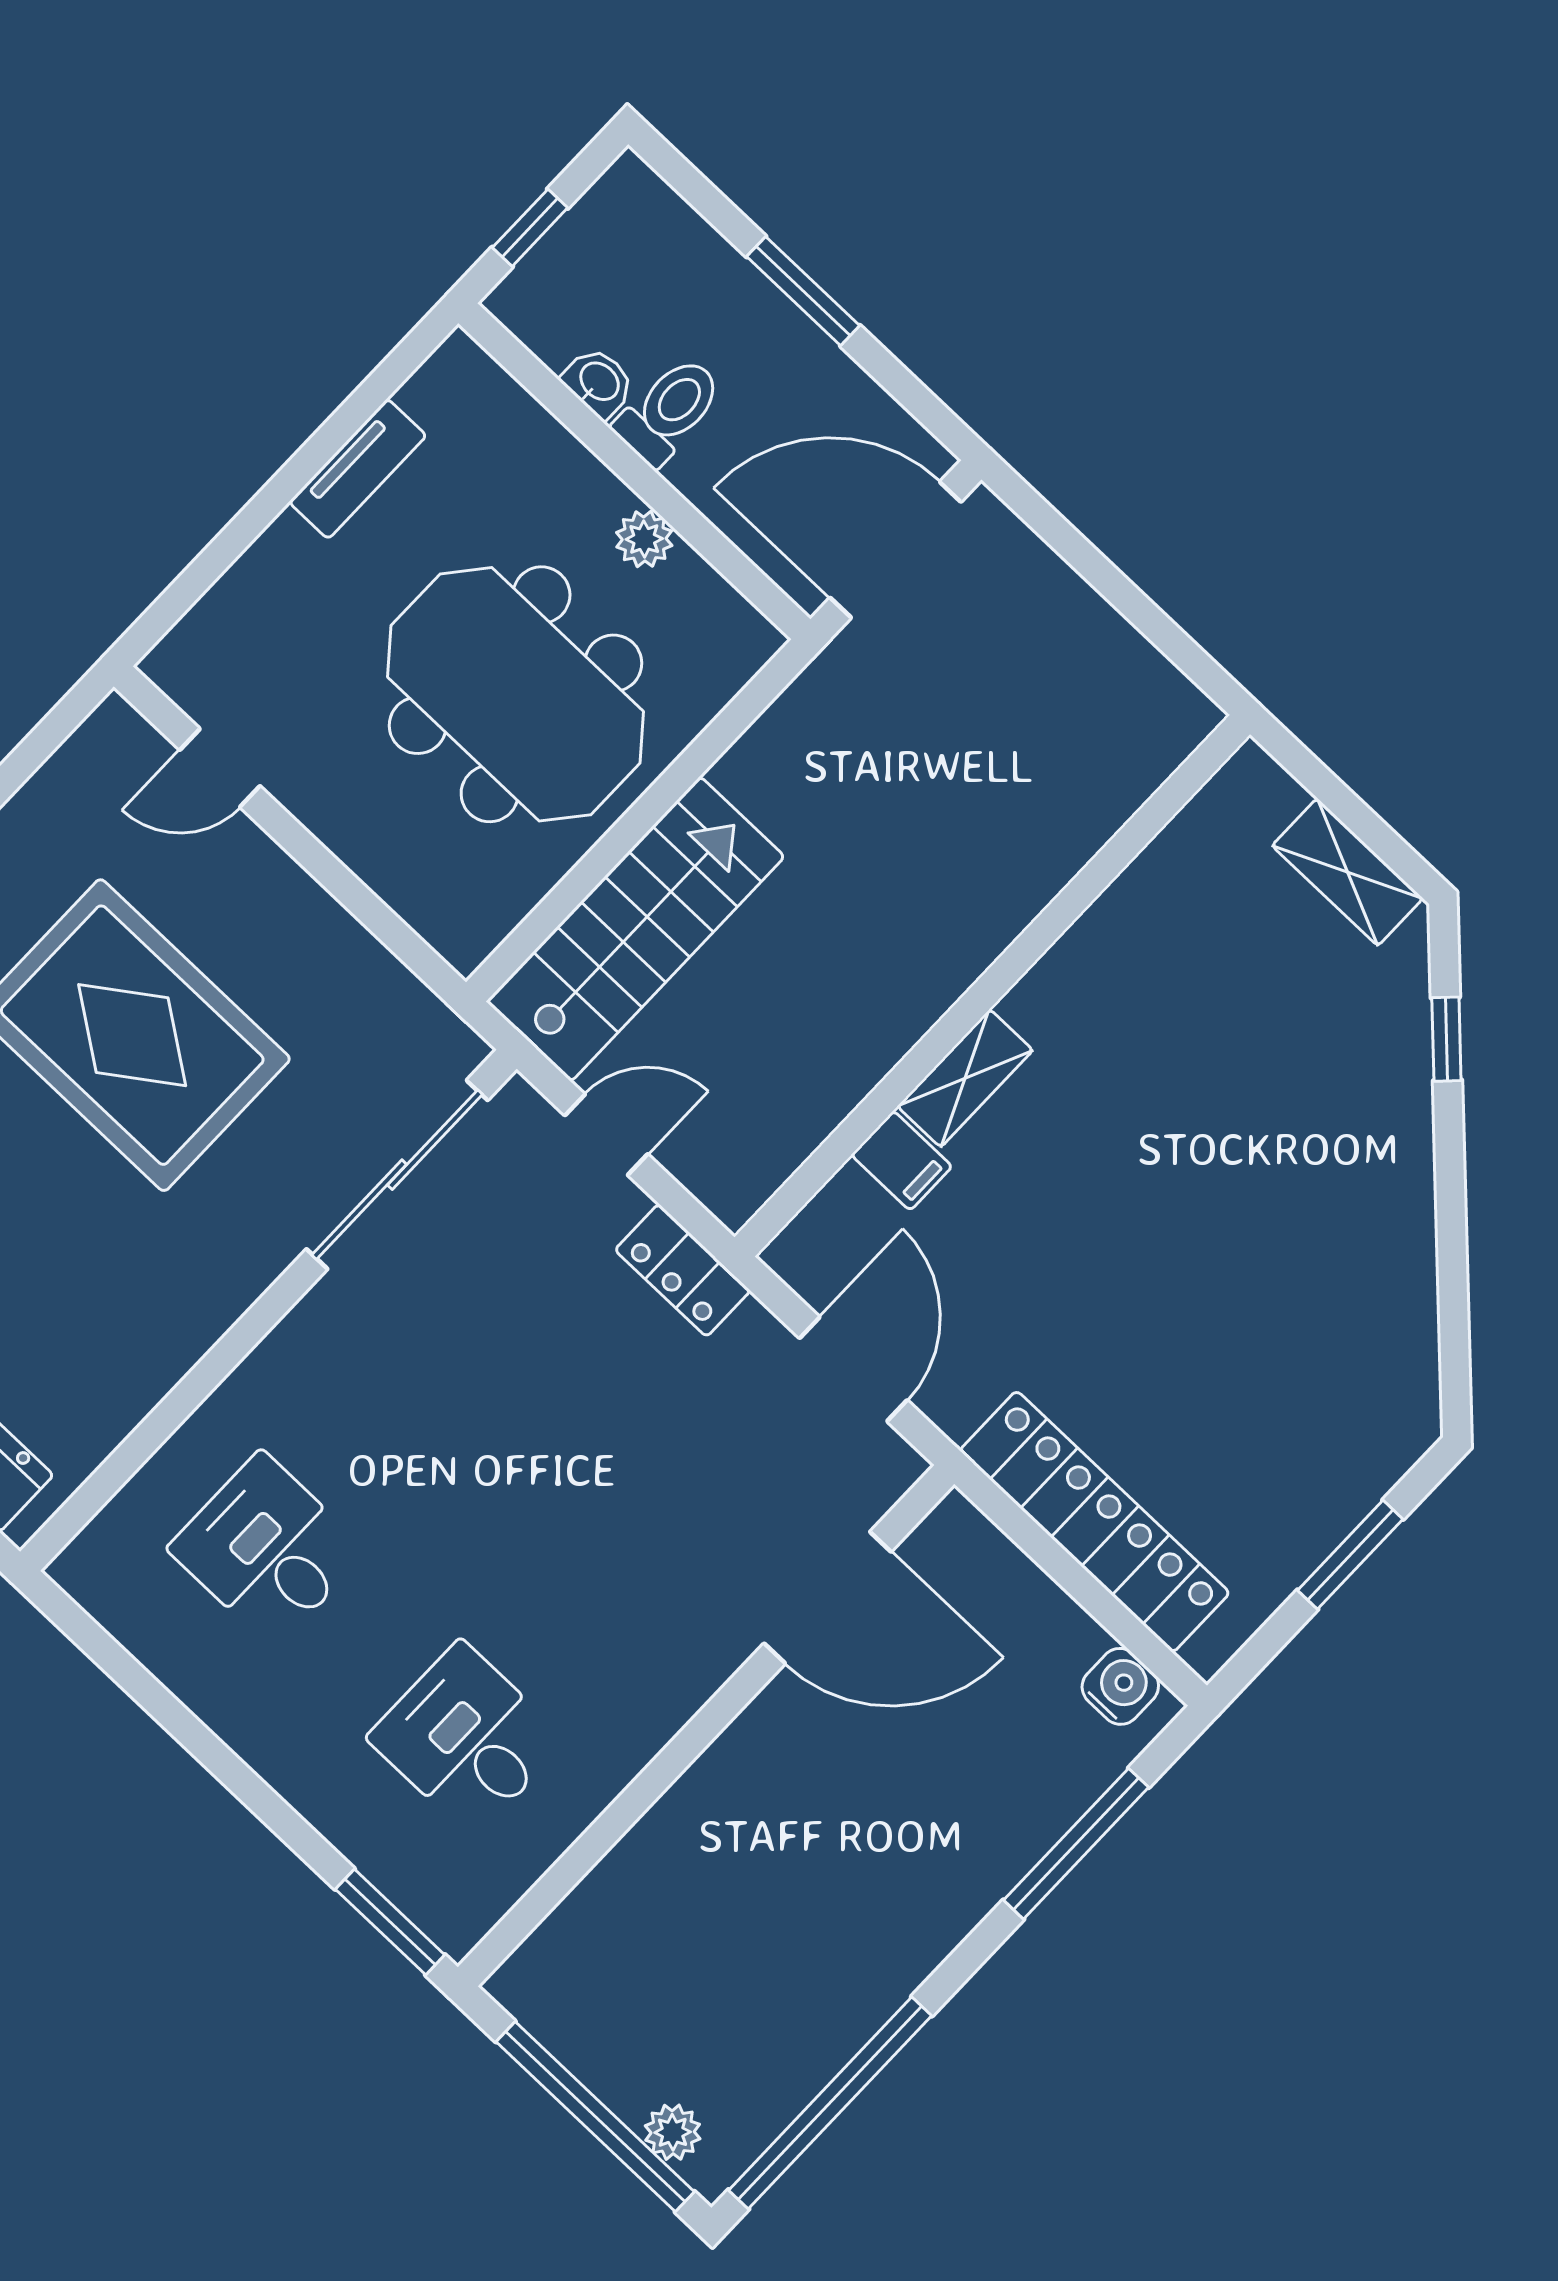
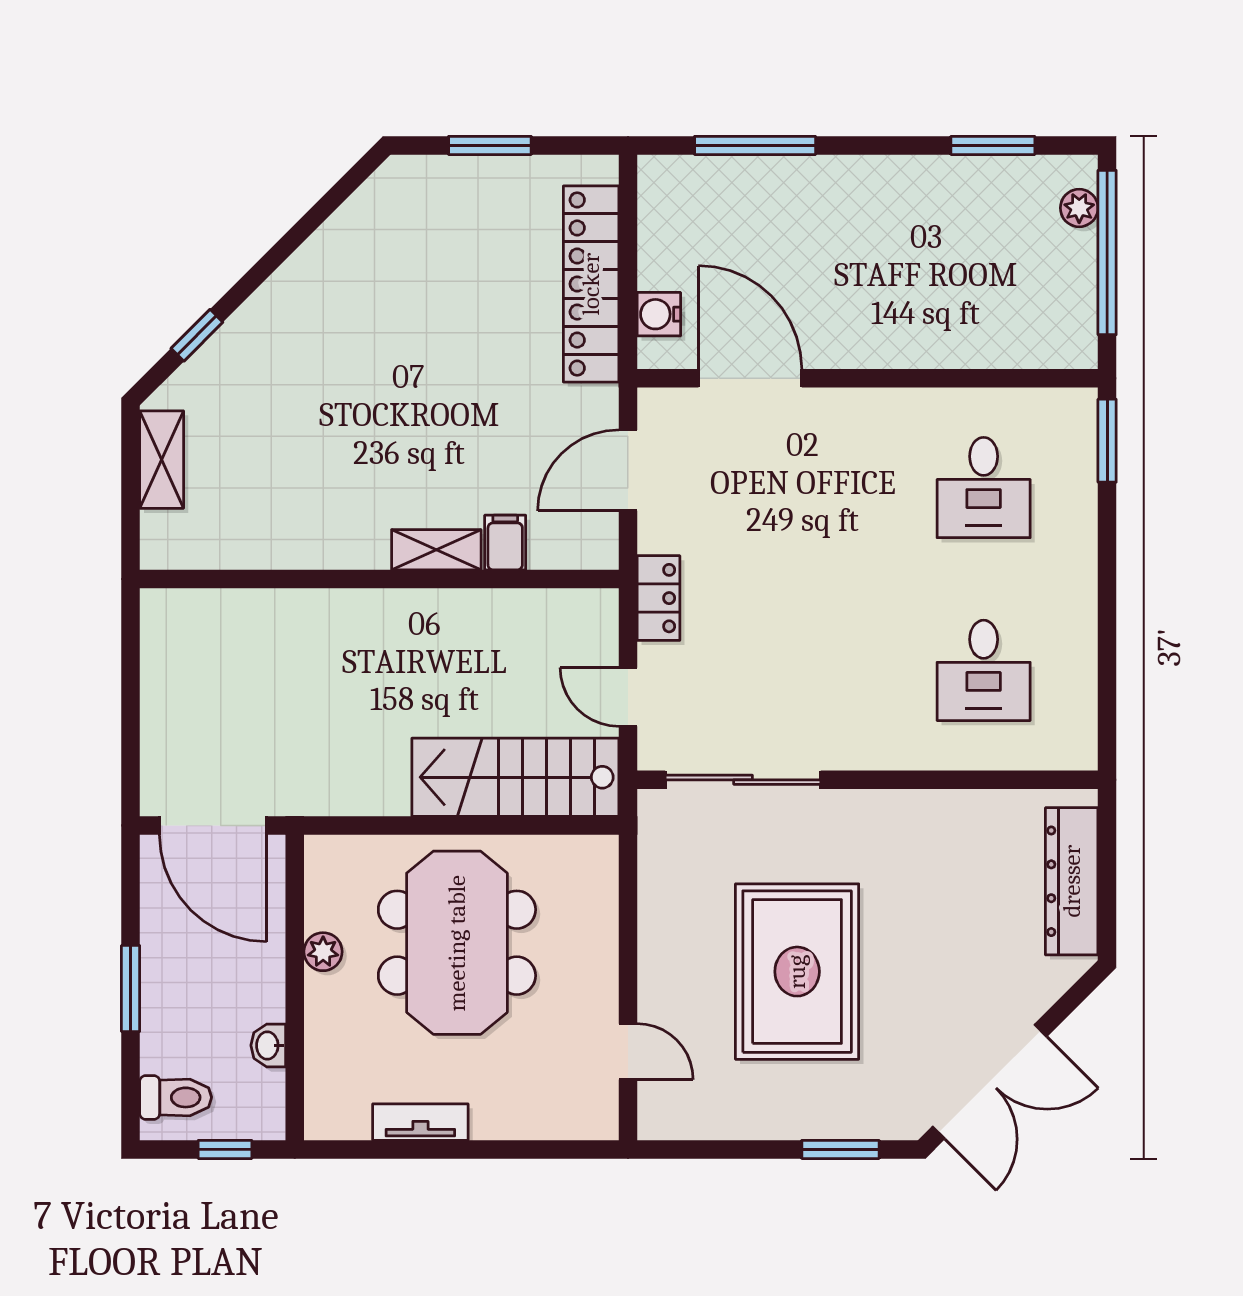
toilet: (669, 411) -> (176, 1097), moved, turned 180
water cooler: (1120, 1686) -> (659, 314), moved
window: (830, 2103) -> (993, 145), width x0.47

